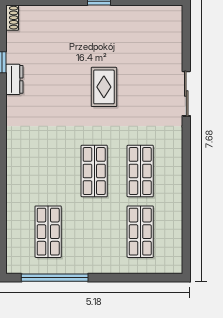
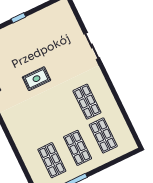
rug: (104, 87) -> (36, 79), moved, turned 90
shop shelf: (94, 171) -> (78, 148), moved

